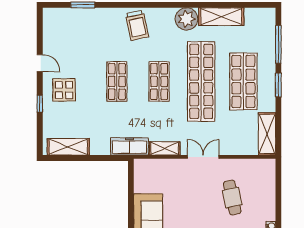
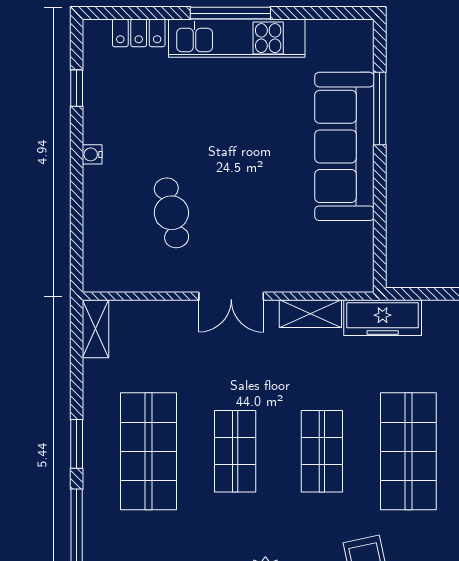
shop shelf: (117, 81) -> (408, 451), width x1.43, depth x1.36
shop shelf: (201, 81) -> (235, 451), width x0.50, depth x0.74
shelving: (267, 134) -> (96, 329), width x0.67, depth x0.75

